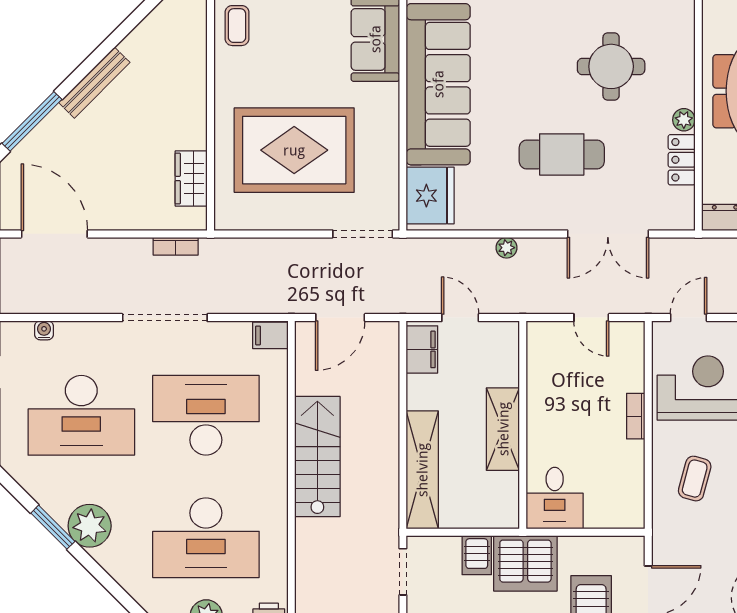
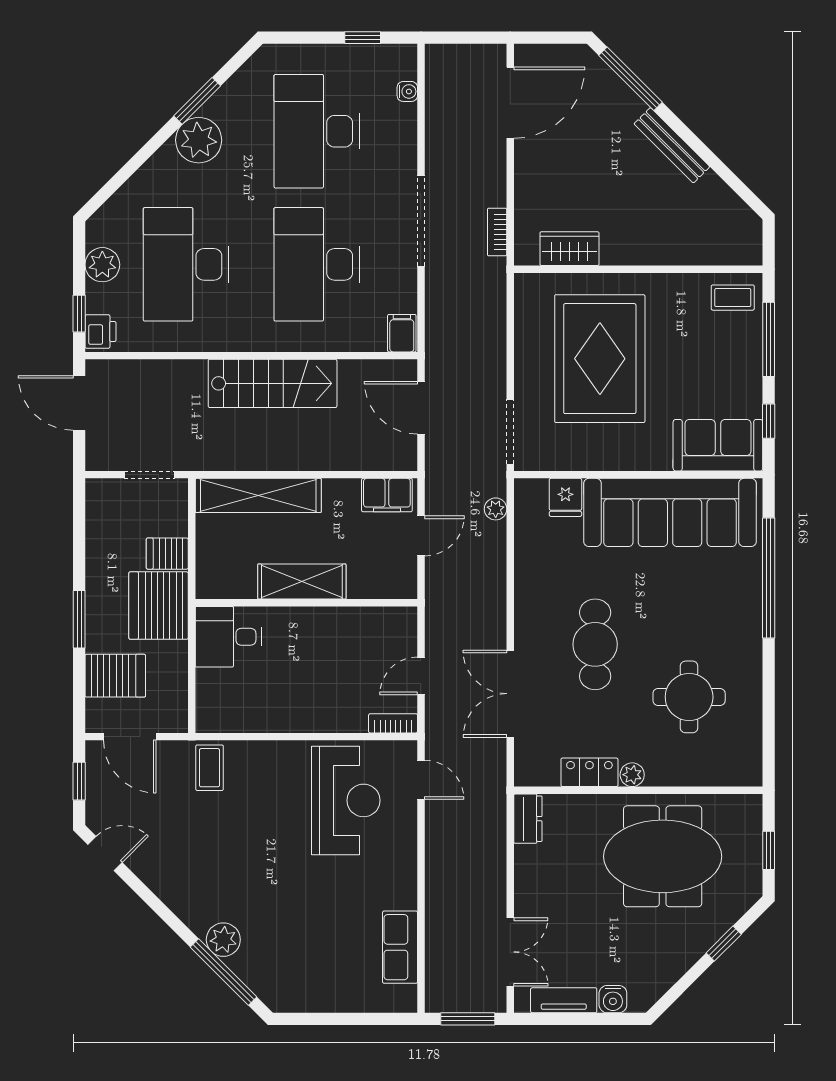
fridge: (430, 196) -> (565, 497), width x0.53, depth x0.75
plant: (507, 248) -> (496, 509), moved
desk: (206, 415) -> (317, 264), turned 180
bookcase: (636, 416) -> (393, 723), moved
coffee table: (695, 479) -> (210, 768), moved, turned 75

